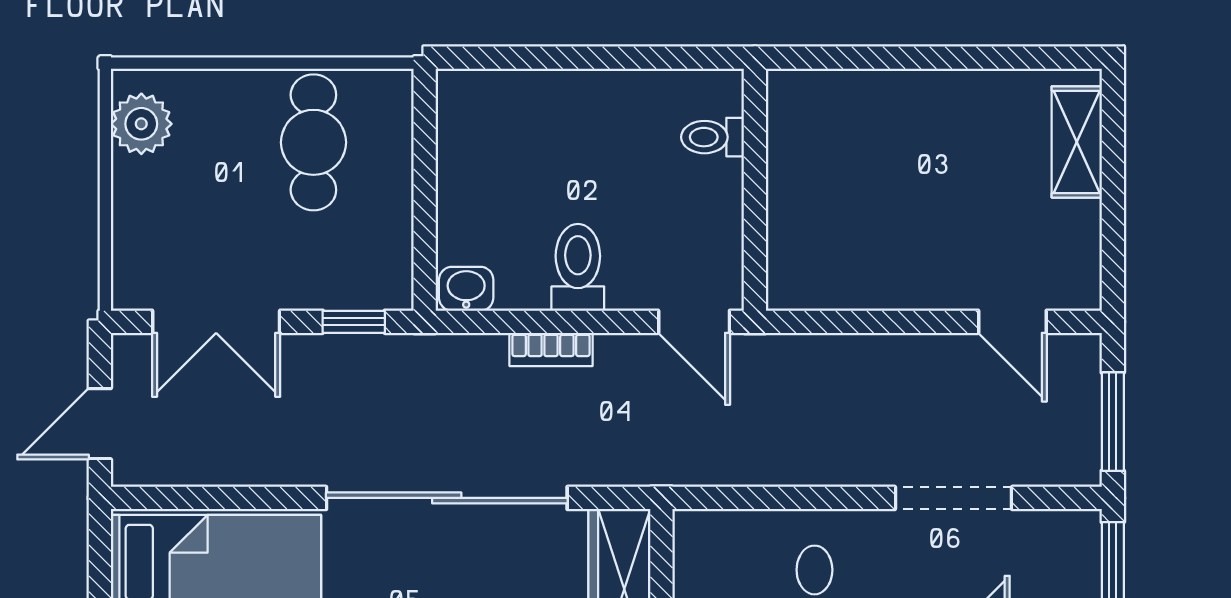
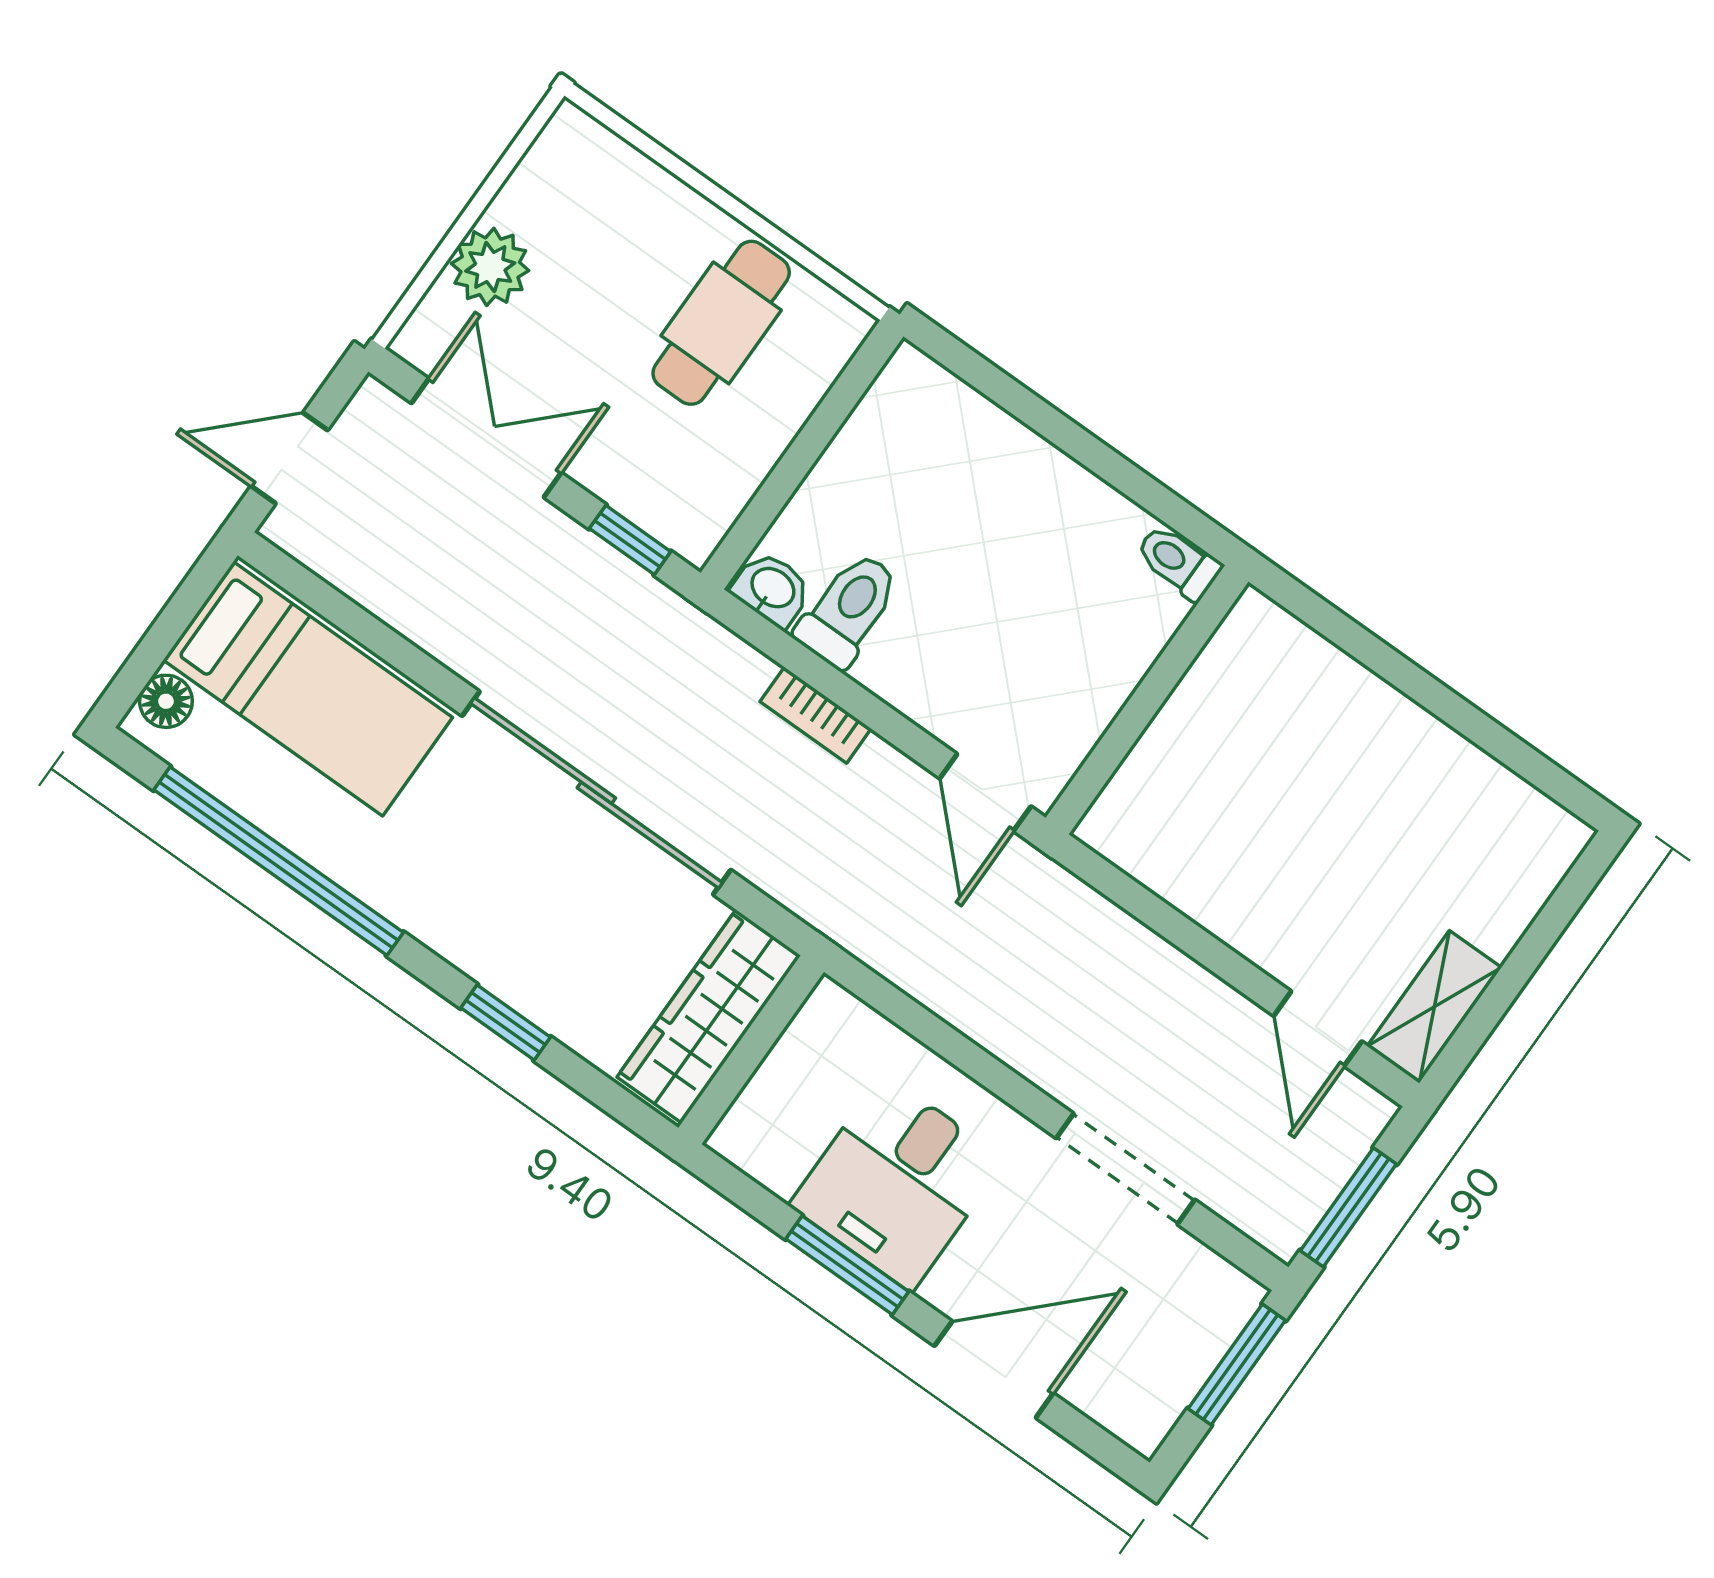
plant: (141, 124) -> (490, 267), moved
toilet: (713, 137) -> (1178, 562), moved
shelving: (1077, 142) -> (1434, 1007), moved
toilet: (578, 267) -> (848, 610), moved
double door: (216, 322) -> (486, 438), swing flipped

